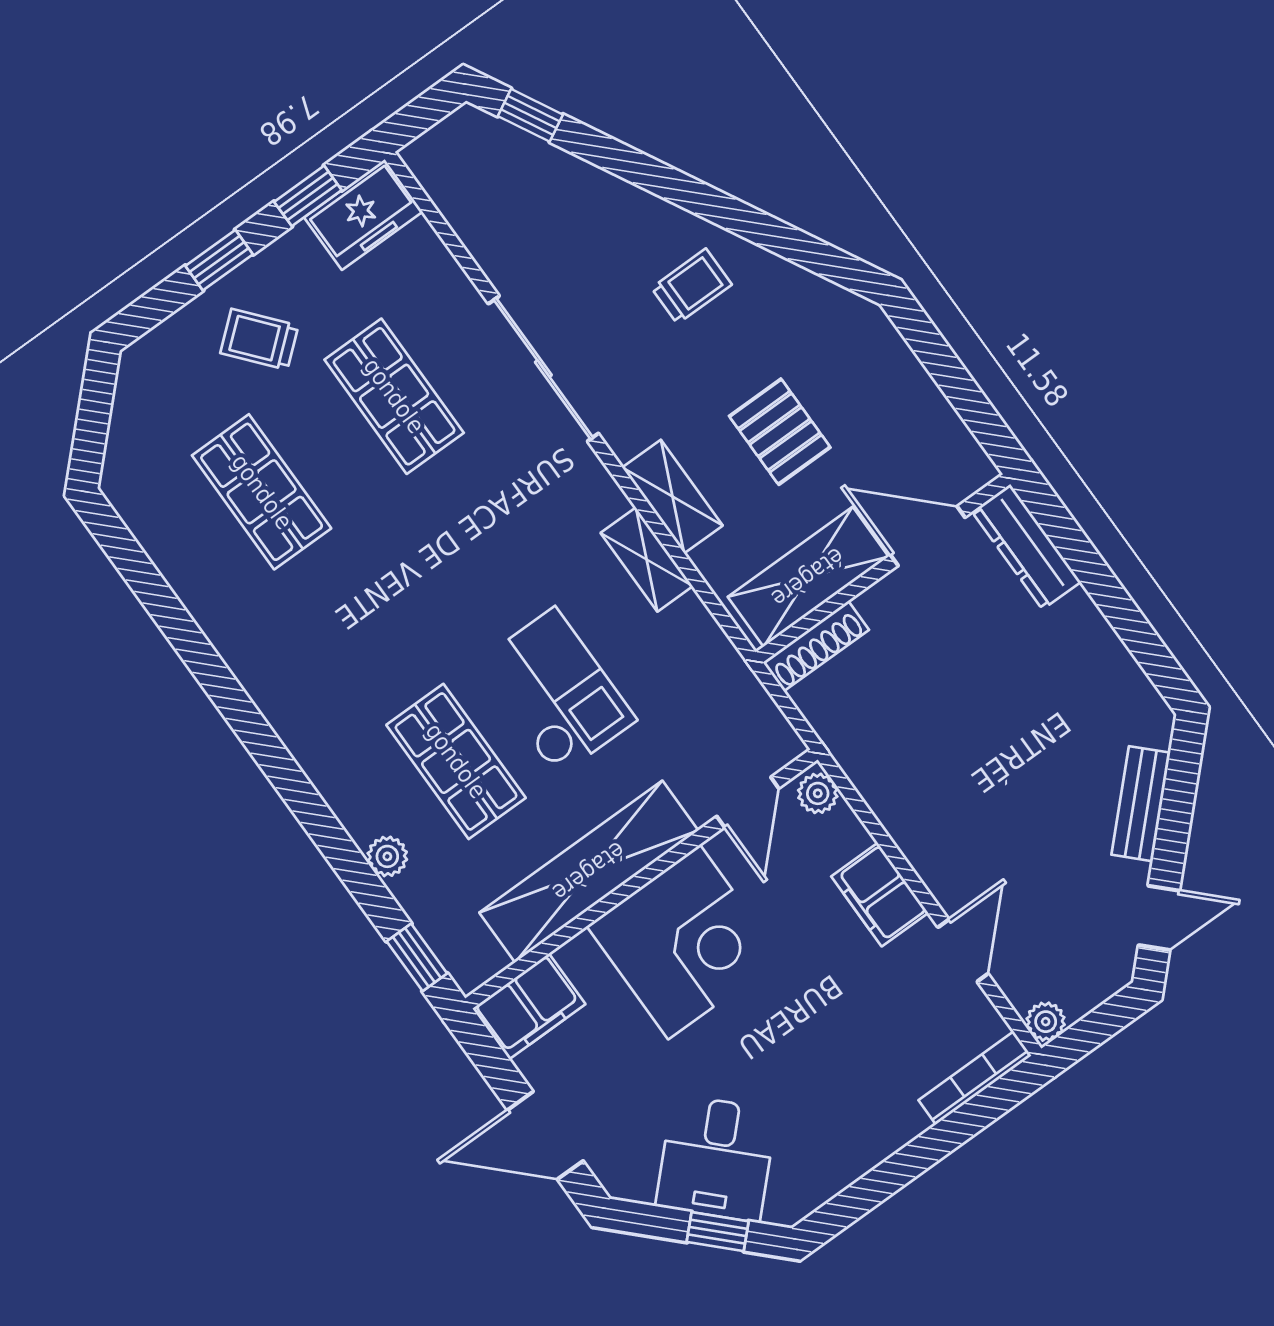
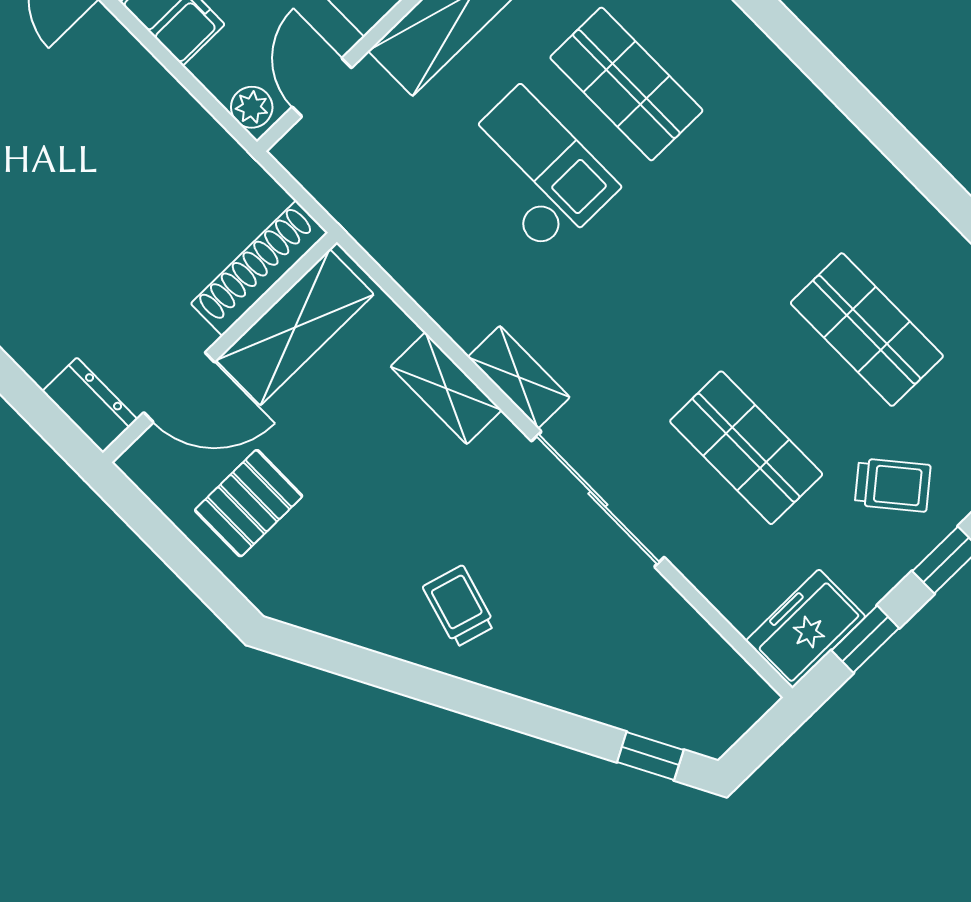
trolley: (692, 286) -> (459, 606), turned 106
pallet: (780, 432) -> (249, 503), moved, turned 90
dresser: (1026, 547) -> (90, 405), width x0.70
shelving: (647, 560) -> (519, 377), moved
shoe rack: (816, 646) -> (259, 268), width x1.36, depth x1.24
checkout: (556, 692) -> (535, 171), turned 180

